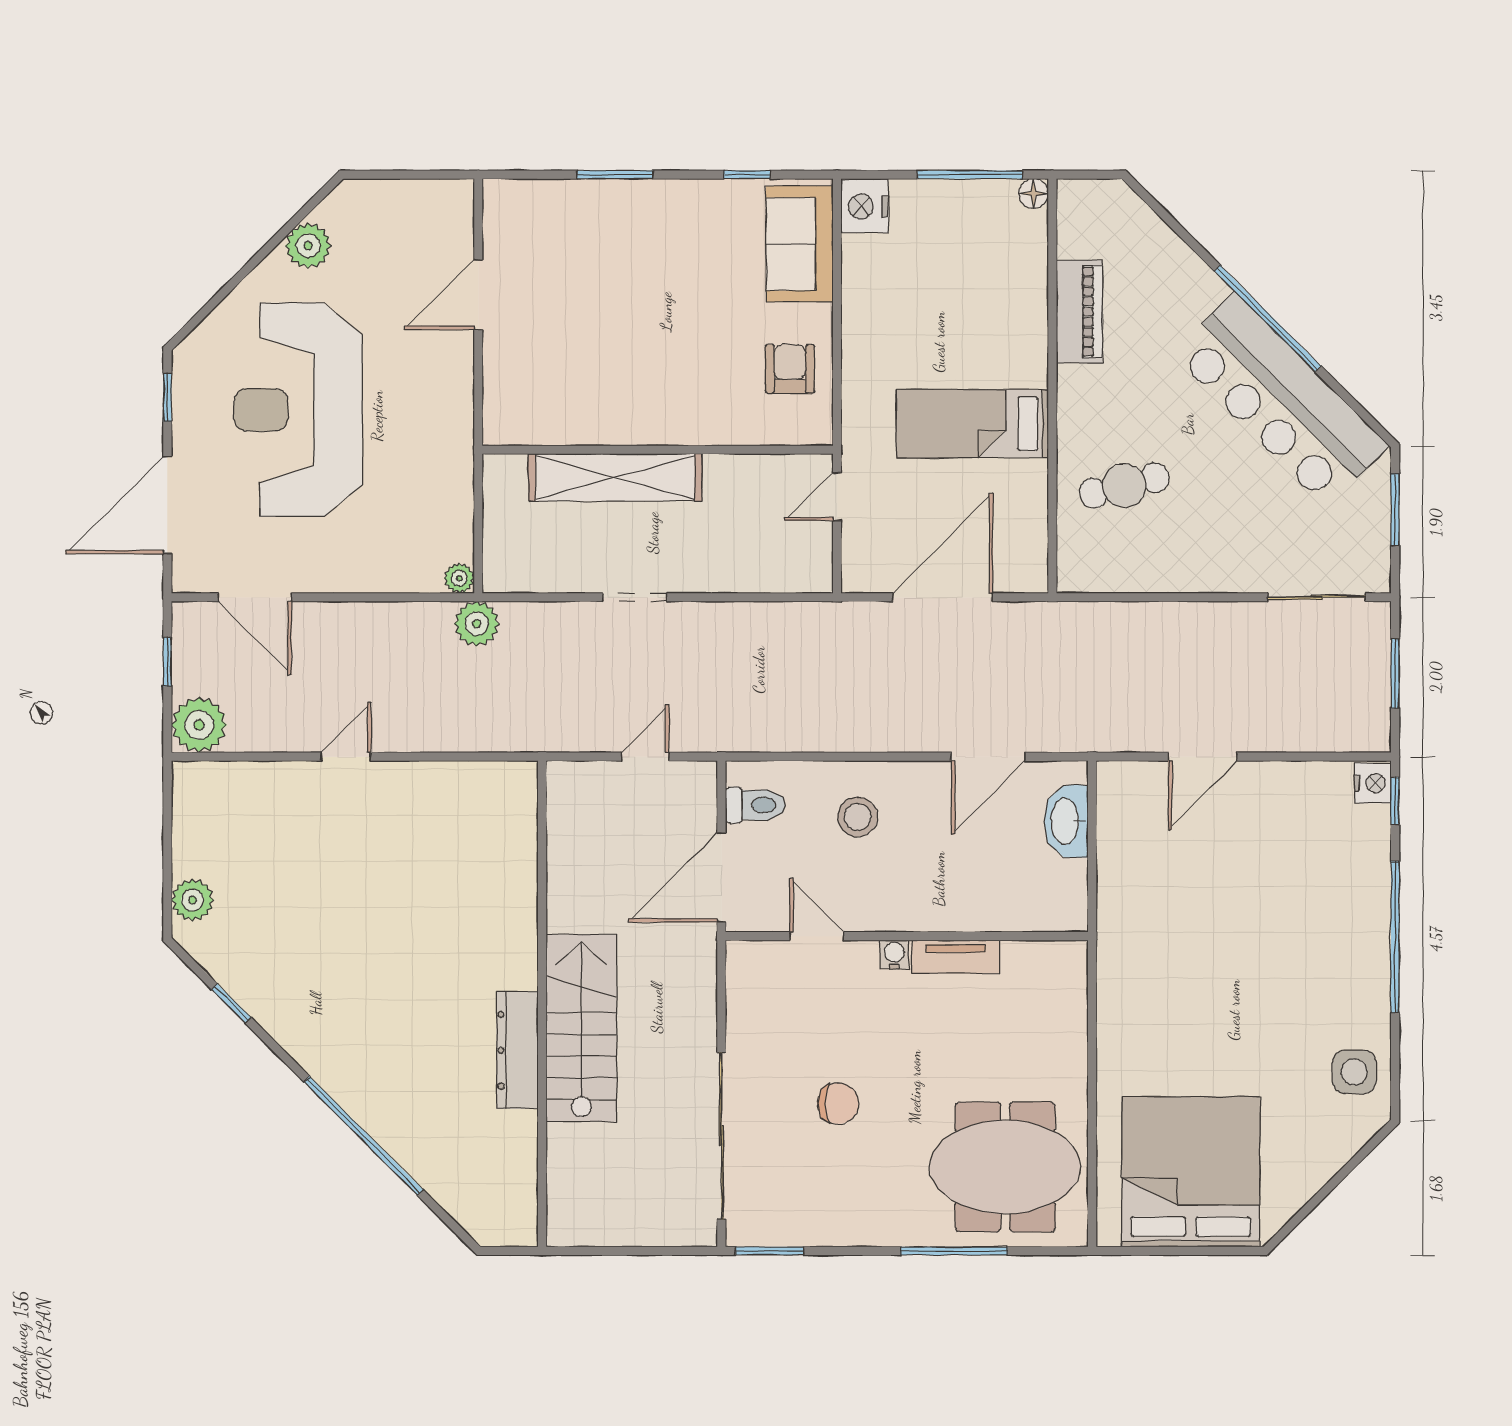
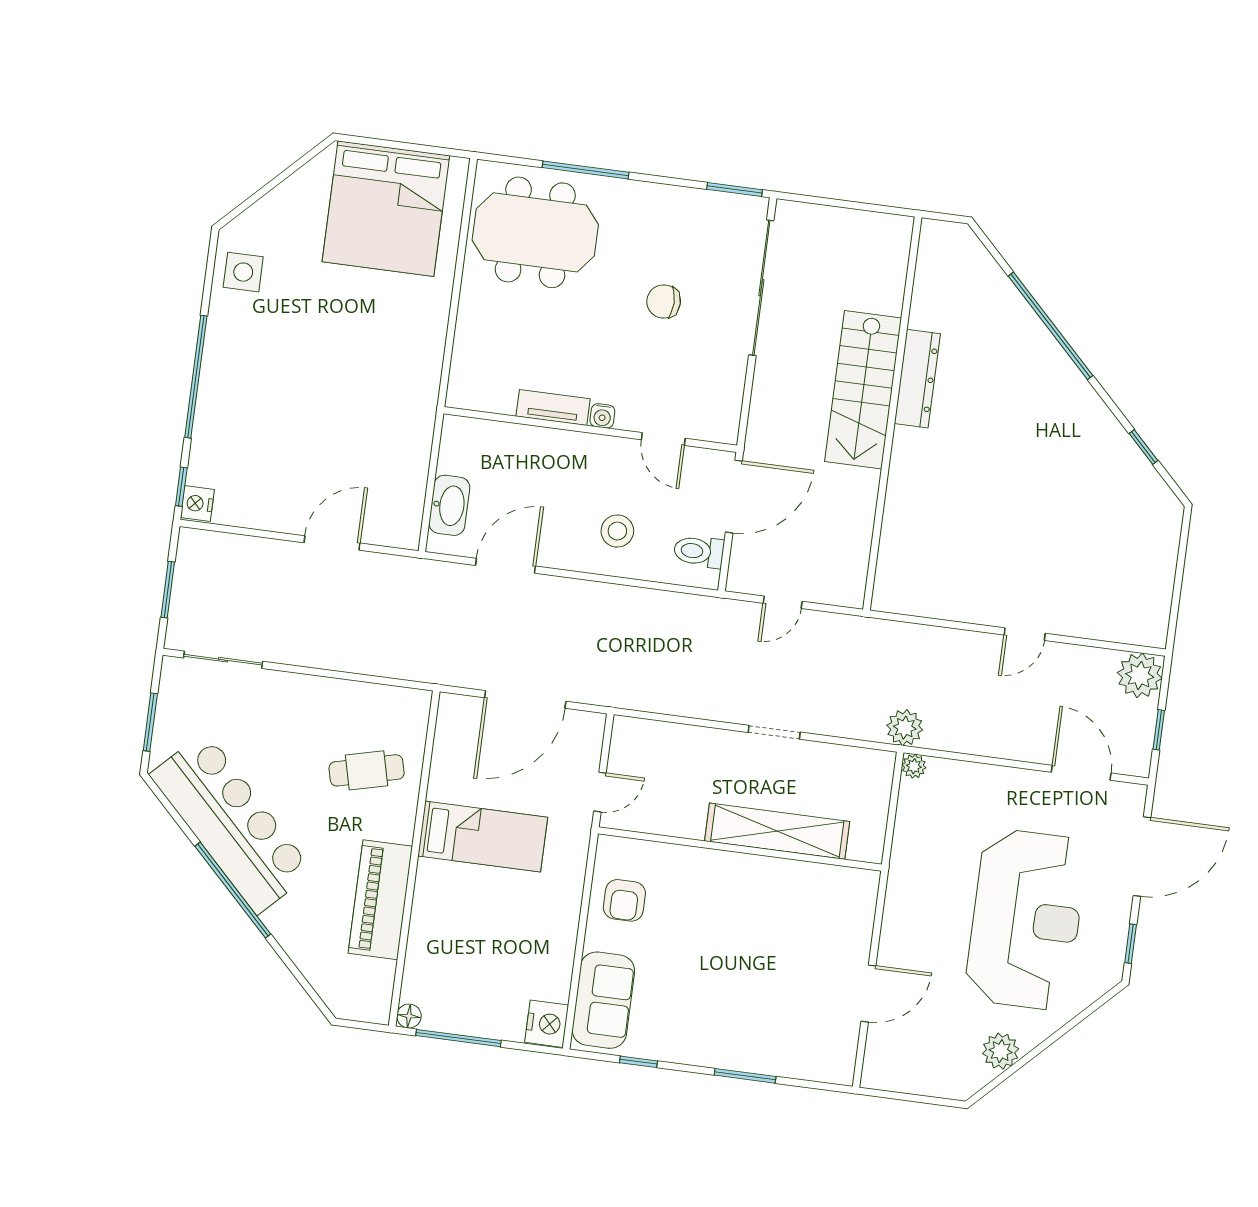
piano: (1079, 312) -> (380, 900), width x1.37, depth x1.33
plant: (192, 900) -> (1164, 535), removed

